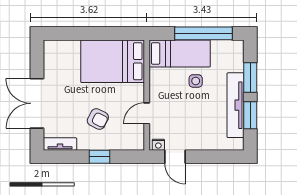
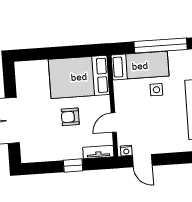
armchair: (98, 119) -> (70, 117), moved, turned 153
tv unit: (60, 144) -> (98, 152), moved

